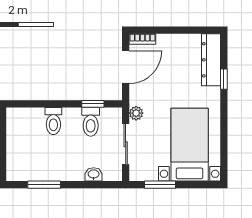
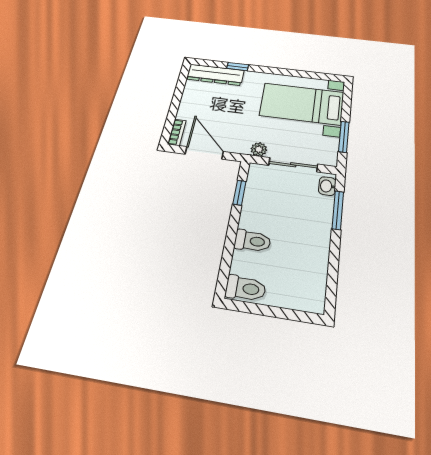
toilet: (91, 122) -> (246, 288), moved
washbasin: (94, 174) -> (327, 186), moved
window: (44, 185) -> (338, 210), moved

